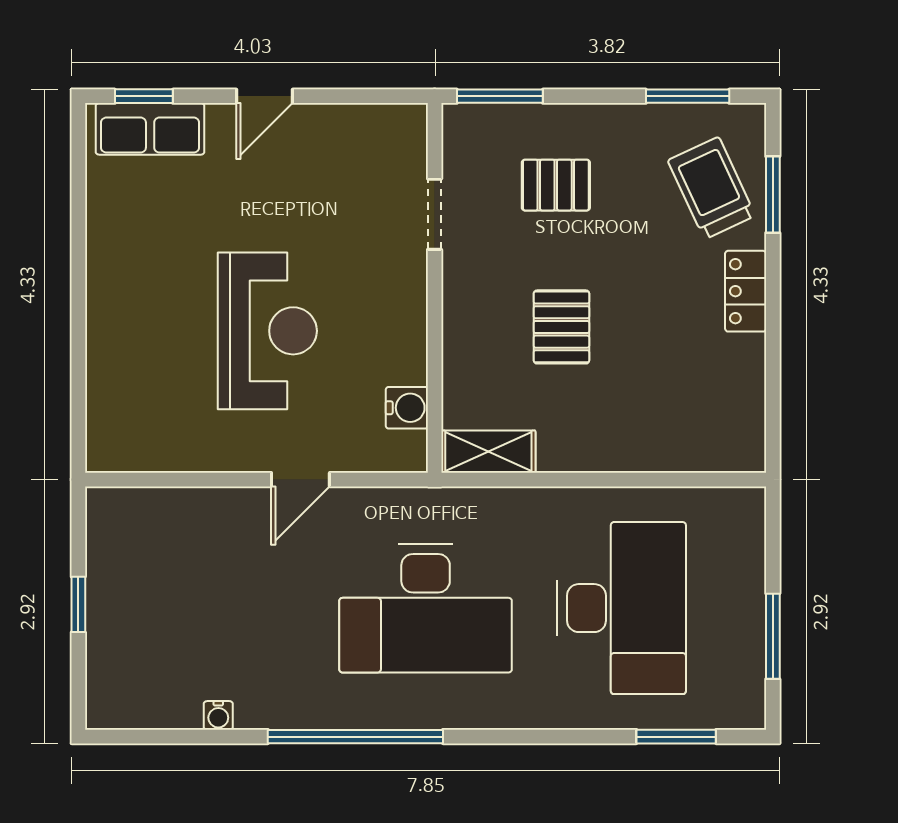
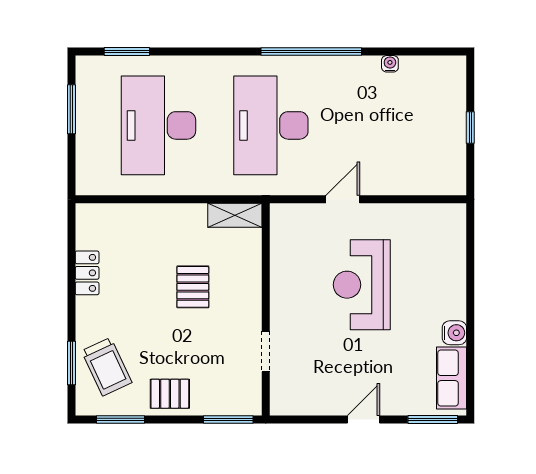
window: (144, 96) -> (433, 419), width x1.50
row of seats: (150, 129) -> (452, 378), moved, turned -90
pallet: (556, 185) -> (170, 394), moved
locker: (746, 291) -> (87, 273), moved
water cooler: (407, 408) -> (454, 333), moved, turned 180
desk: (426, 608) -> (271, 125), turned -90

